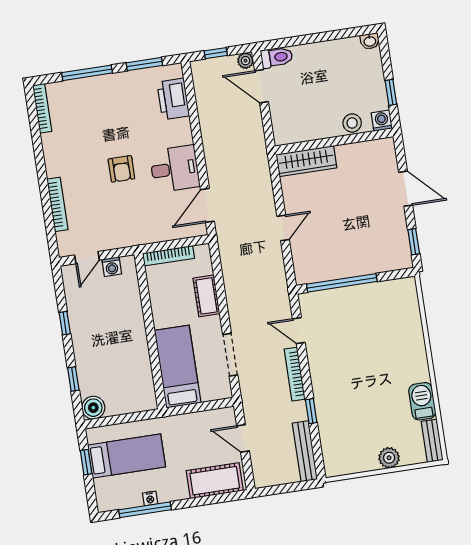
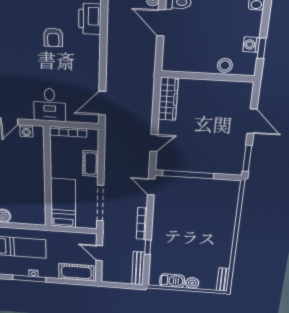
washing machine: (382, 121) -> (251, 45), moved, turned -90
wardrobe: (306, 161) -> (168, 99), moved, turned -90
armchair: (121, 169) -> (53, 37), moved
desk: (175, 169) -> (50, 105), moved, turned 90
door: (283, 228) -> (154, 143), moved
window: (414, 242) -> (247, 158), width x1.50
door: (299, 331) -> (151, 187), moved
doorway: (230, 355) -> (100, 203), width x1.36
barbecue: (422, 401) -> (172, 281), moved, turned 90

